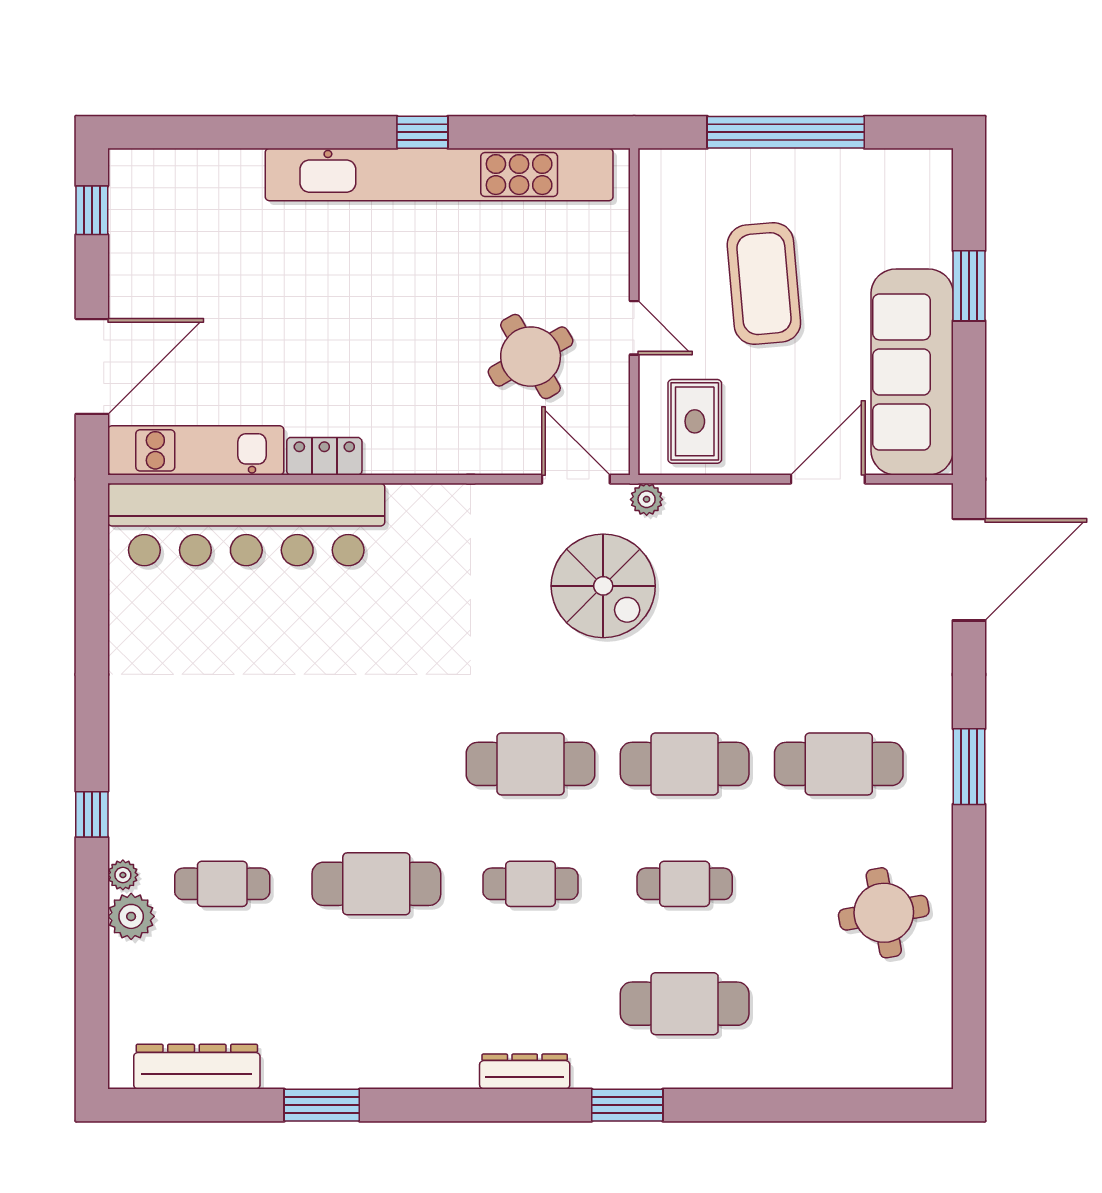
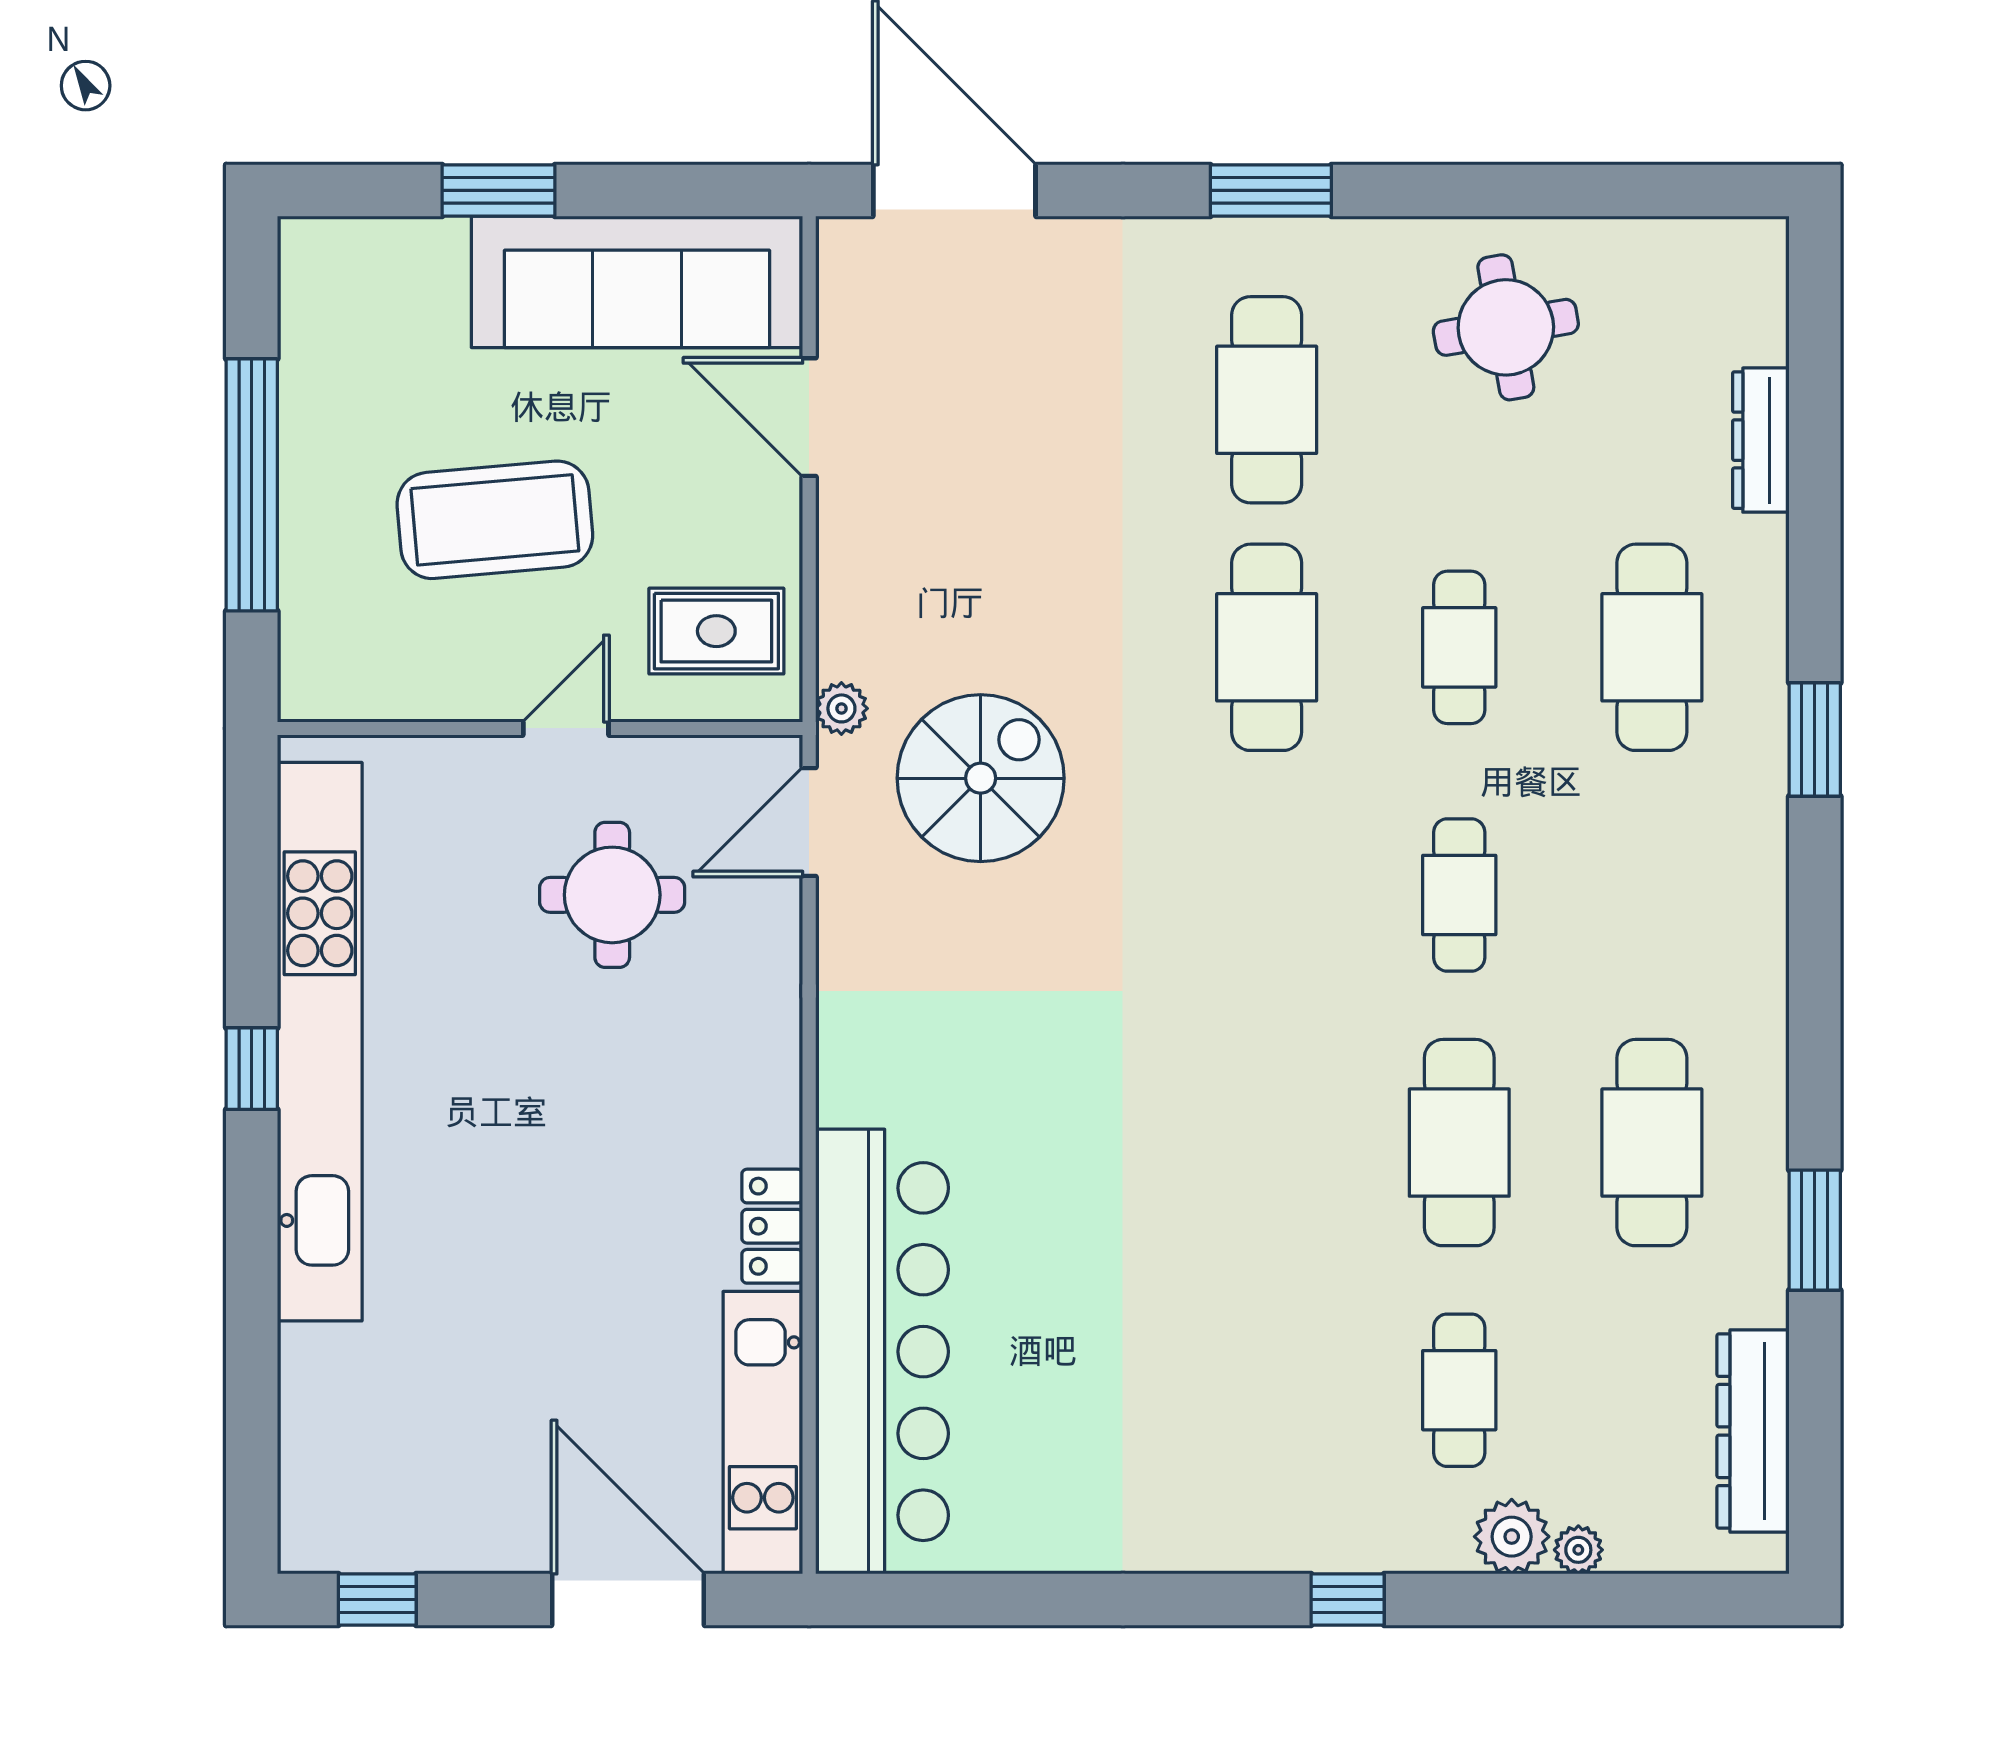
round table: (531, 357) -> (612, 895), turned 30
cafe table: (530, 764) -> (1652, 1143), moved
plant: (123, 875) -> (1578, 1550), moved
dresser: (525, 1072) -> (1761, 440), moved

